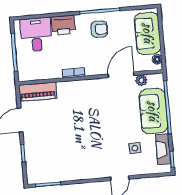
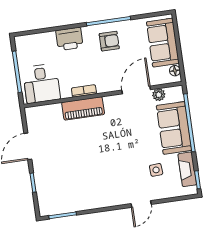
desk: (36, 35) -> (41, 83), moved, turned 180
piano: (38, 92) -> (83, 108), moved

